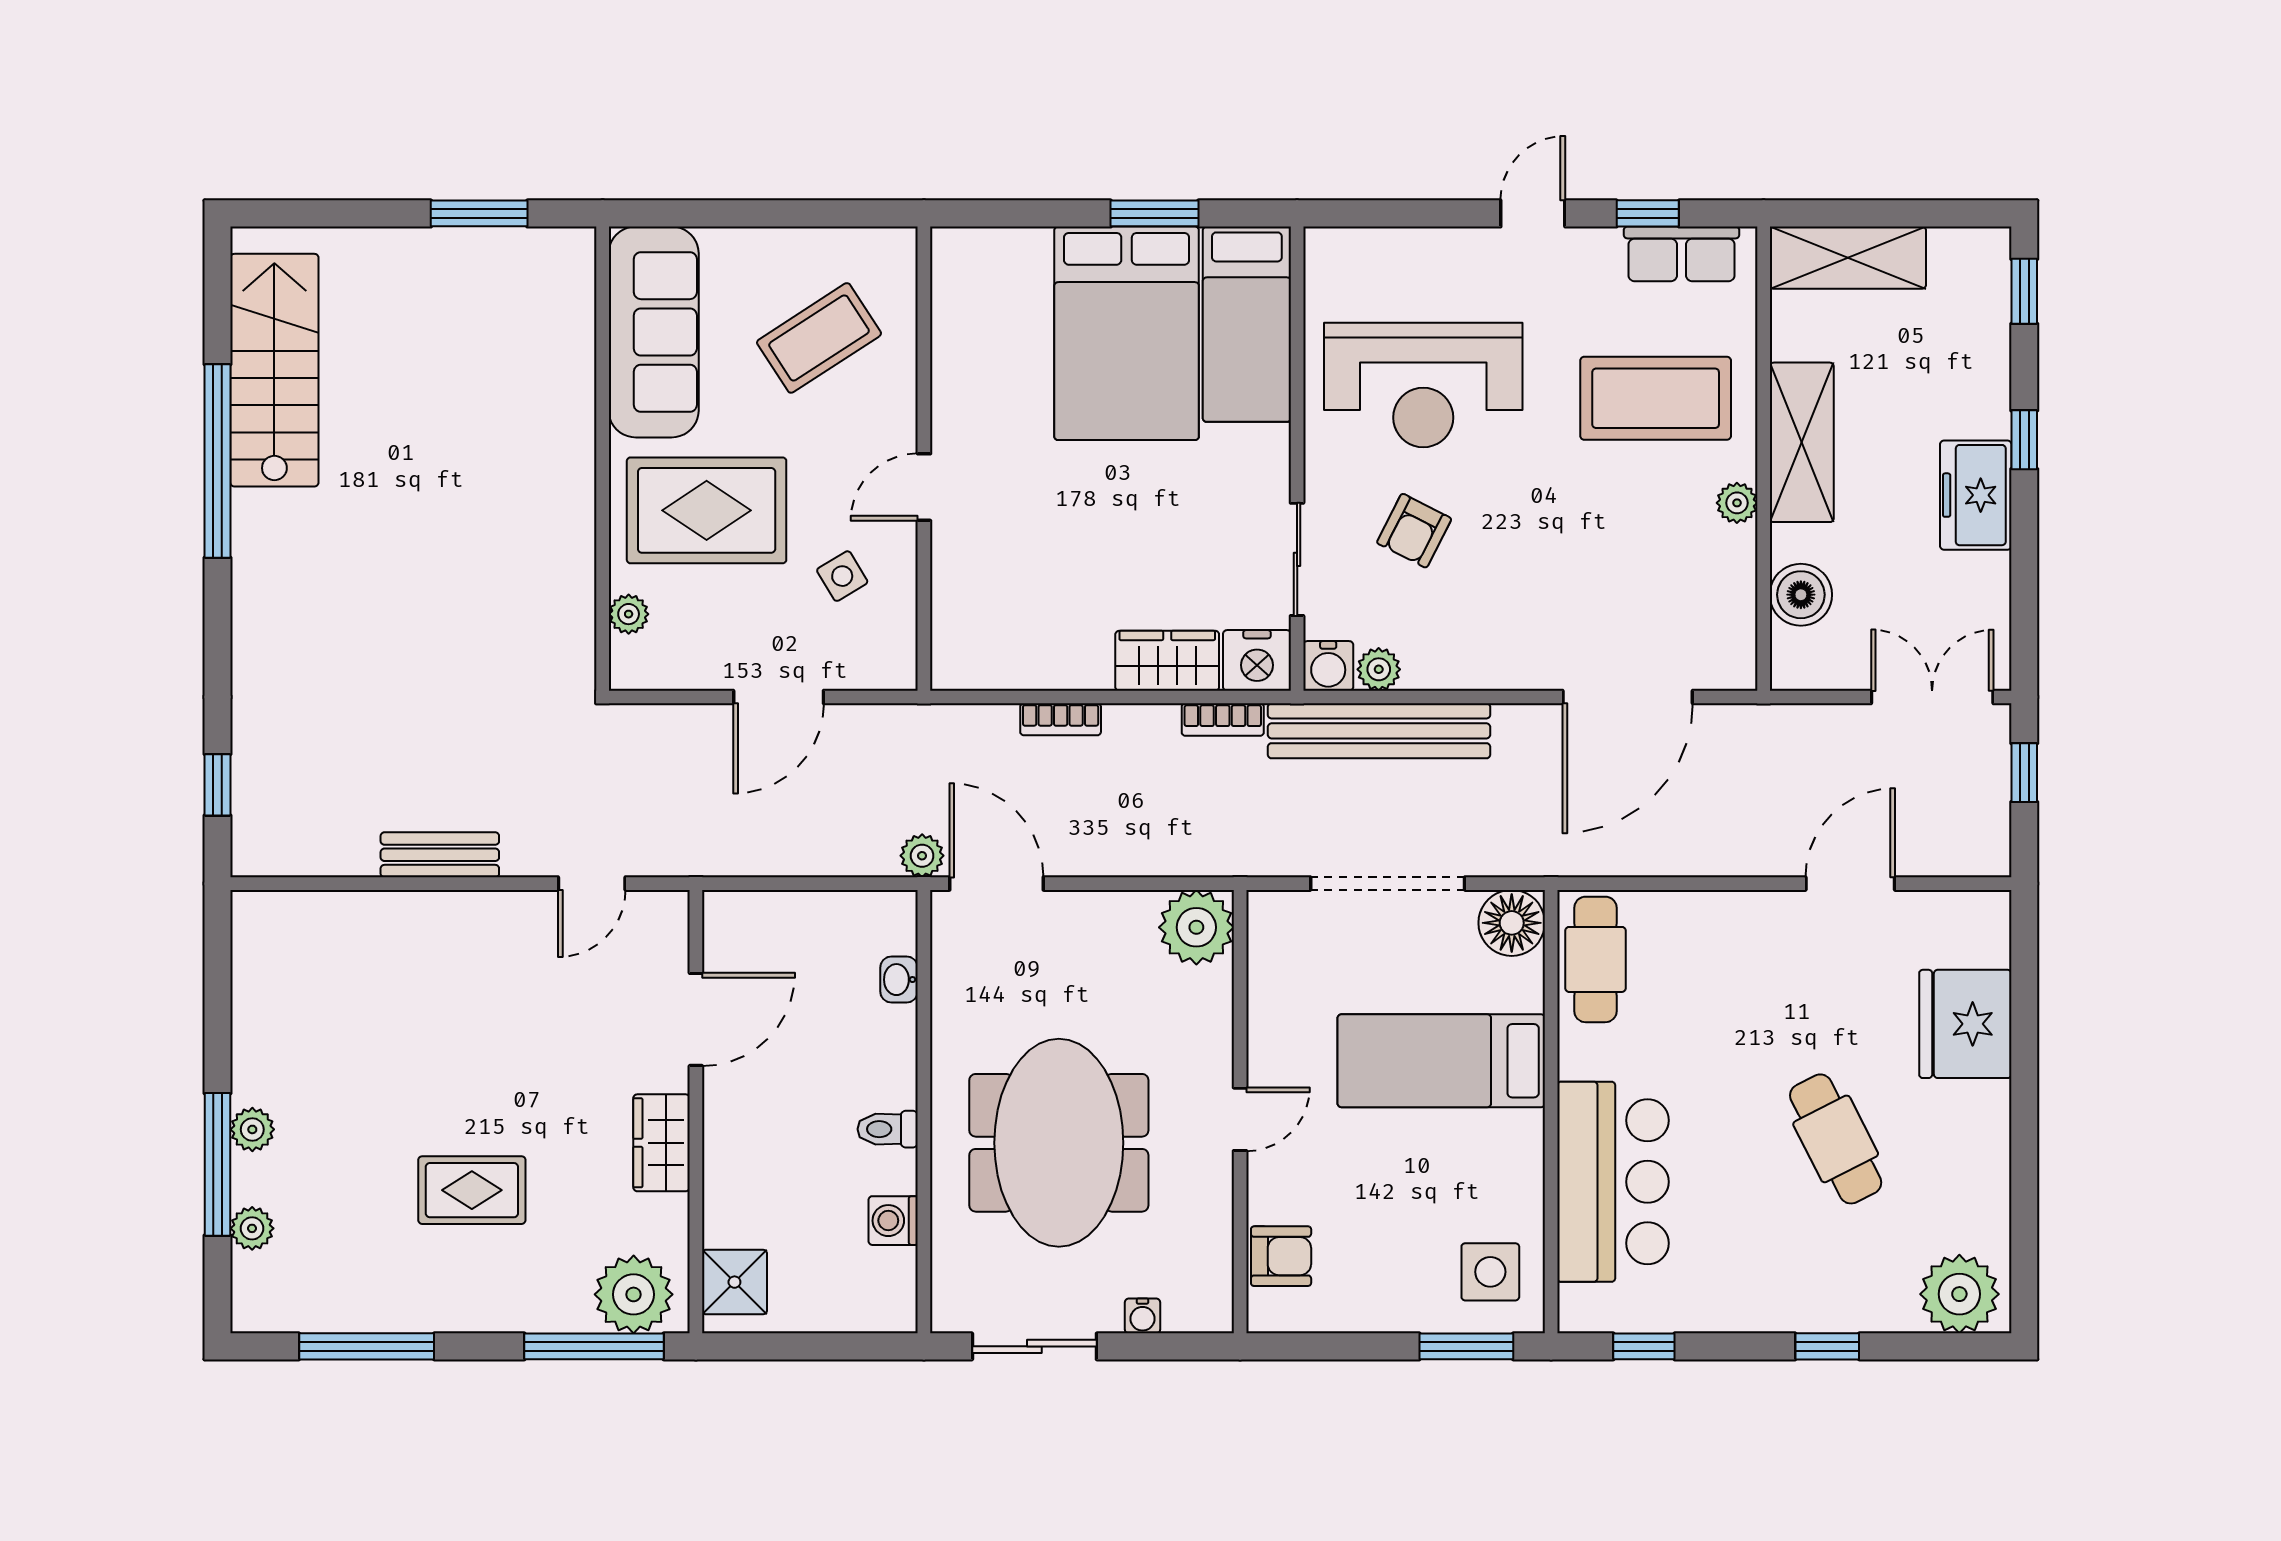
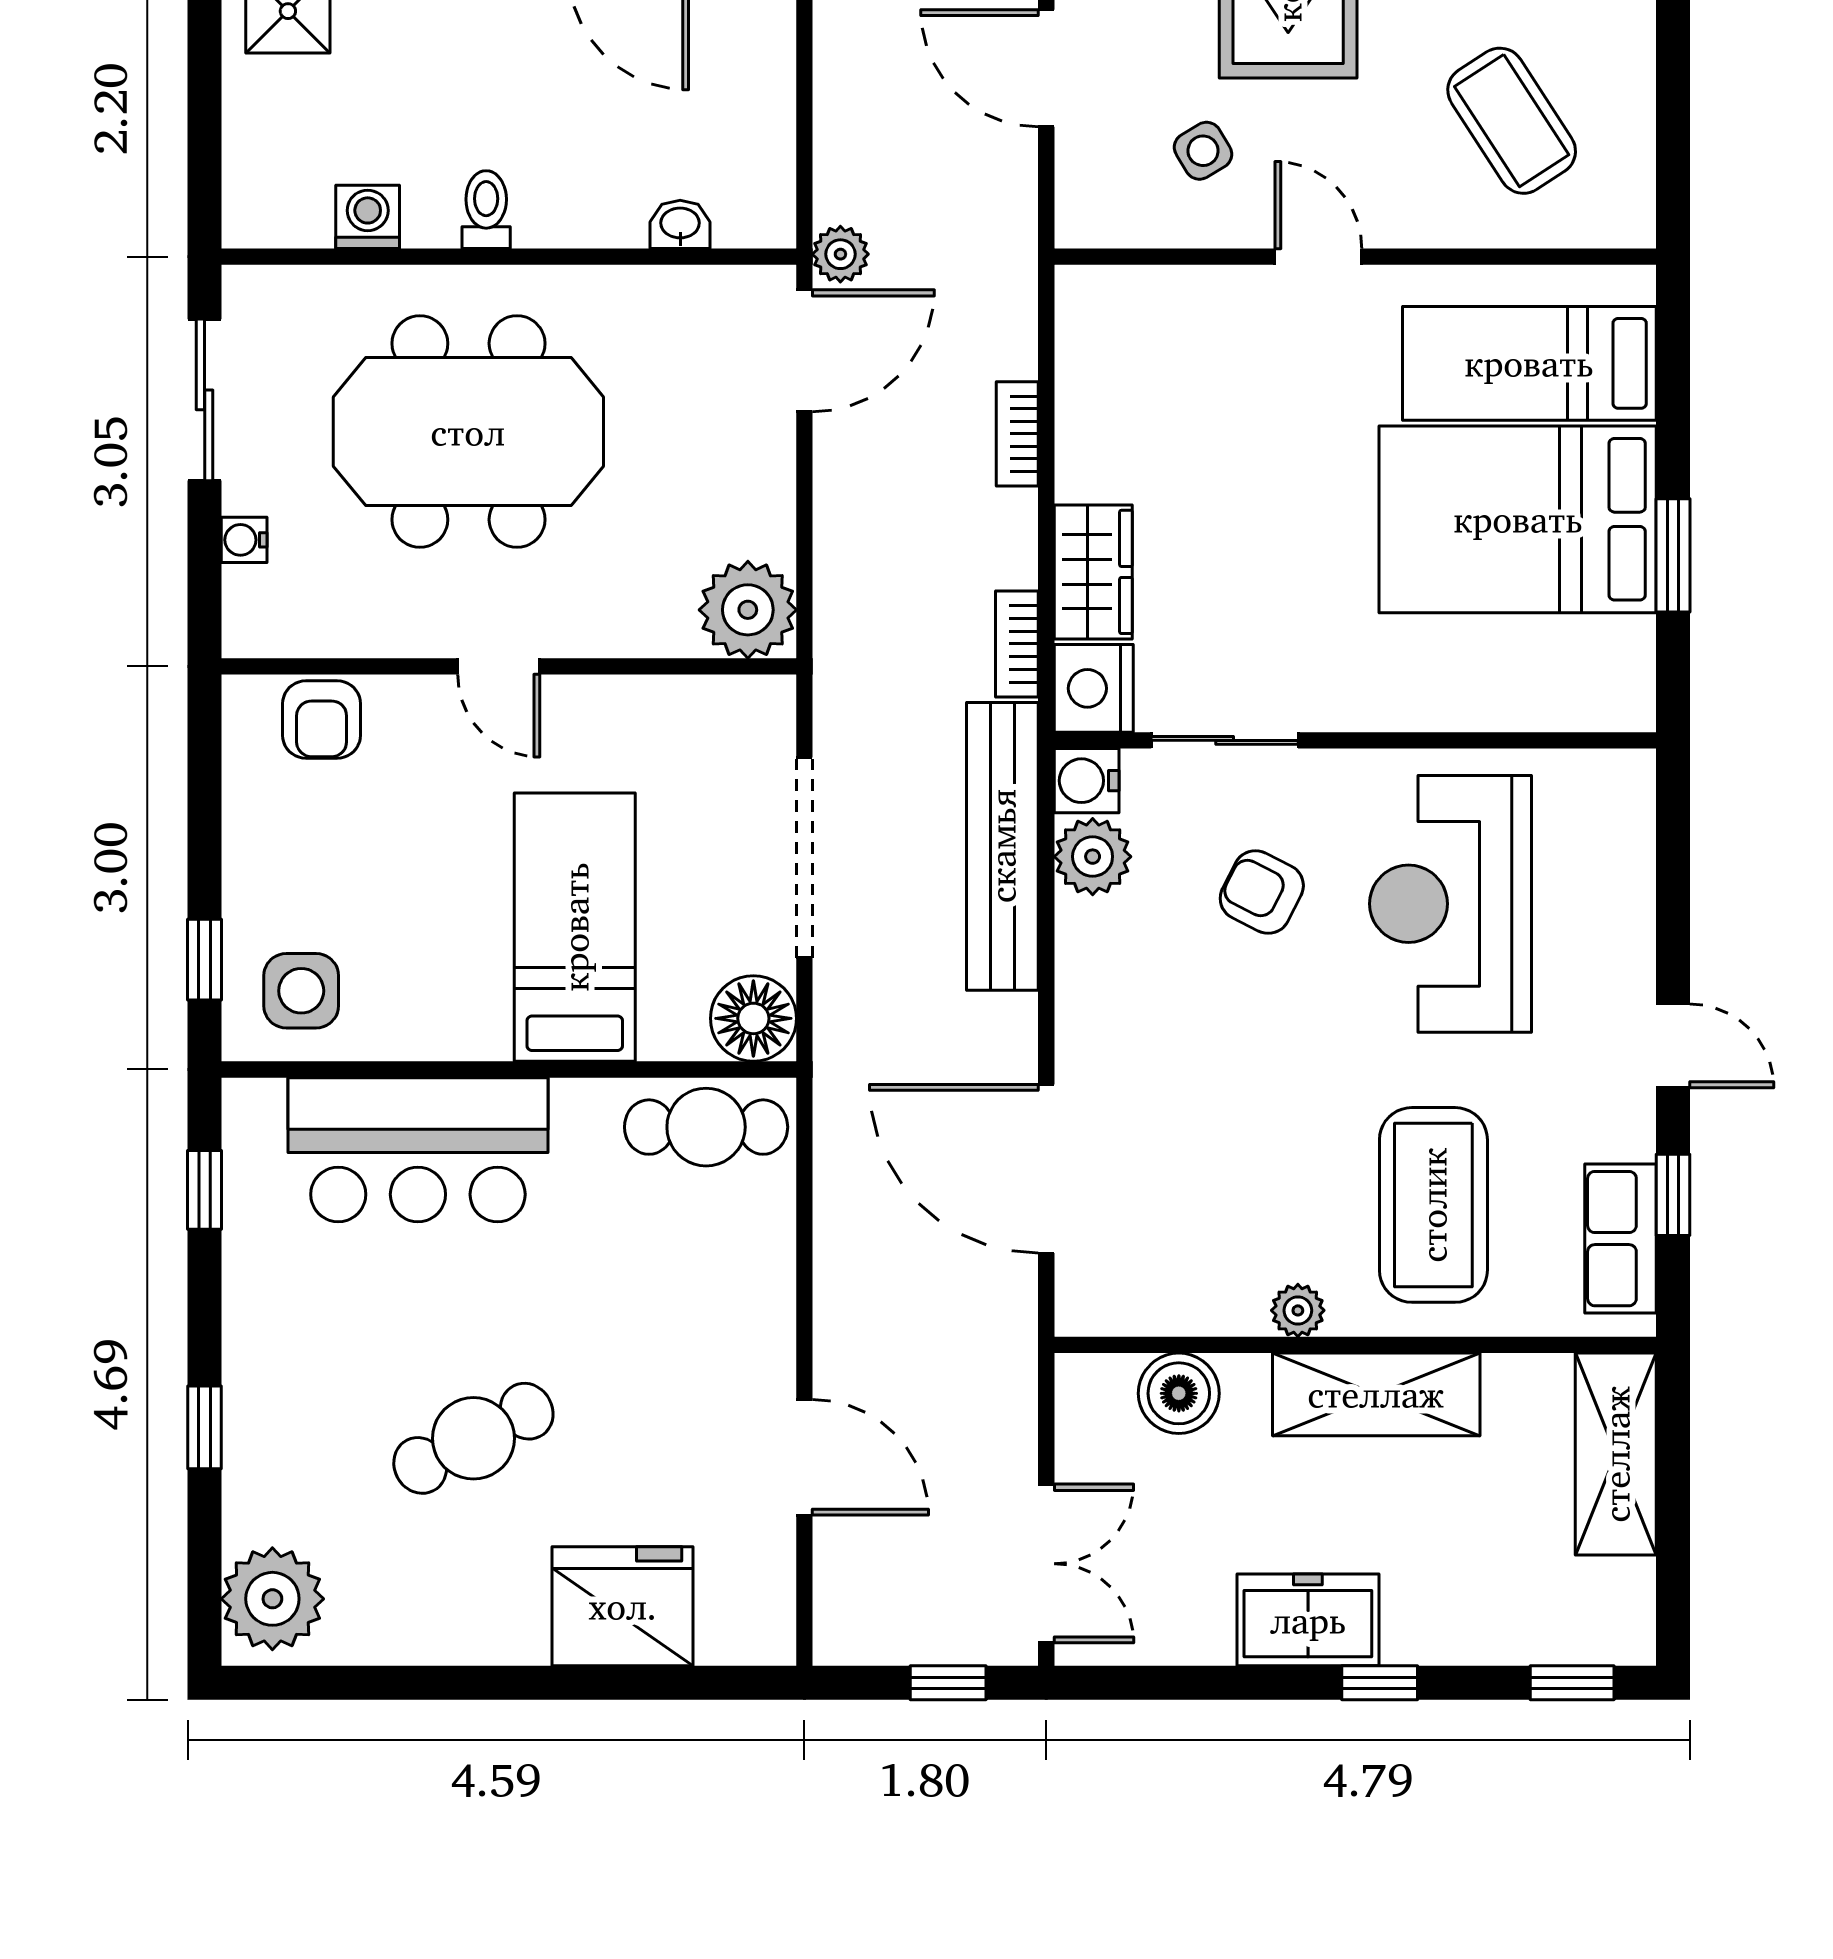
bed: (1247, 324) -> (1529, 363), moved
plant: (1379, 669) -> (1093, 857), width x1.38, depth x1.38
window: (1466, 1346) -> (205, 960), width x0.67

